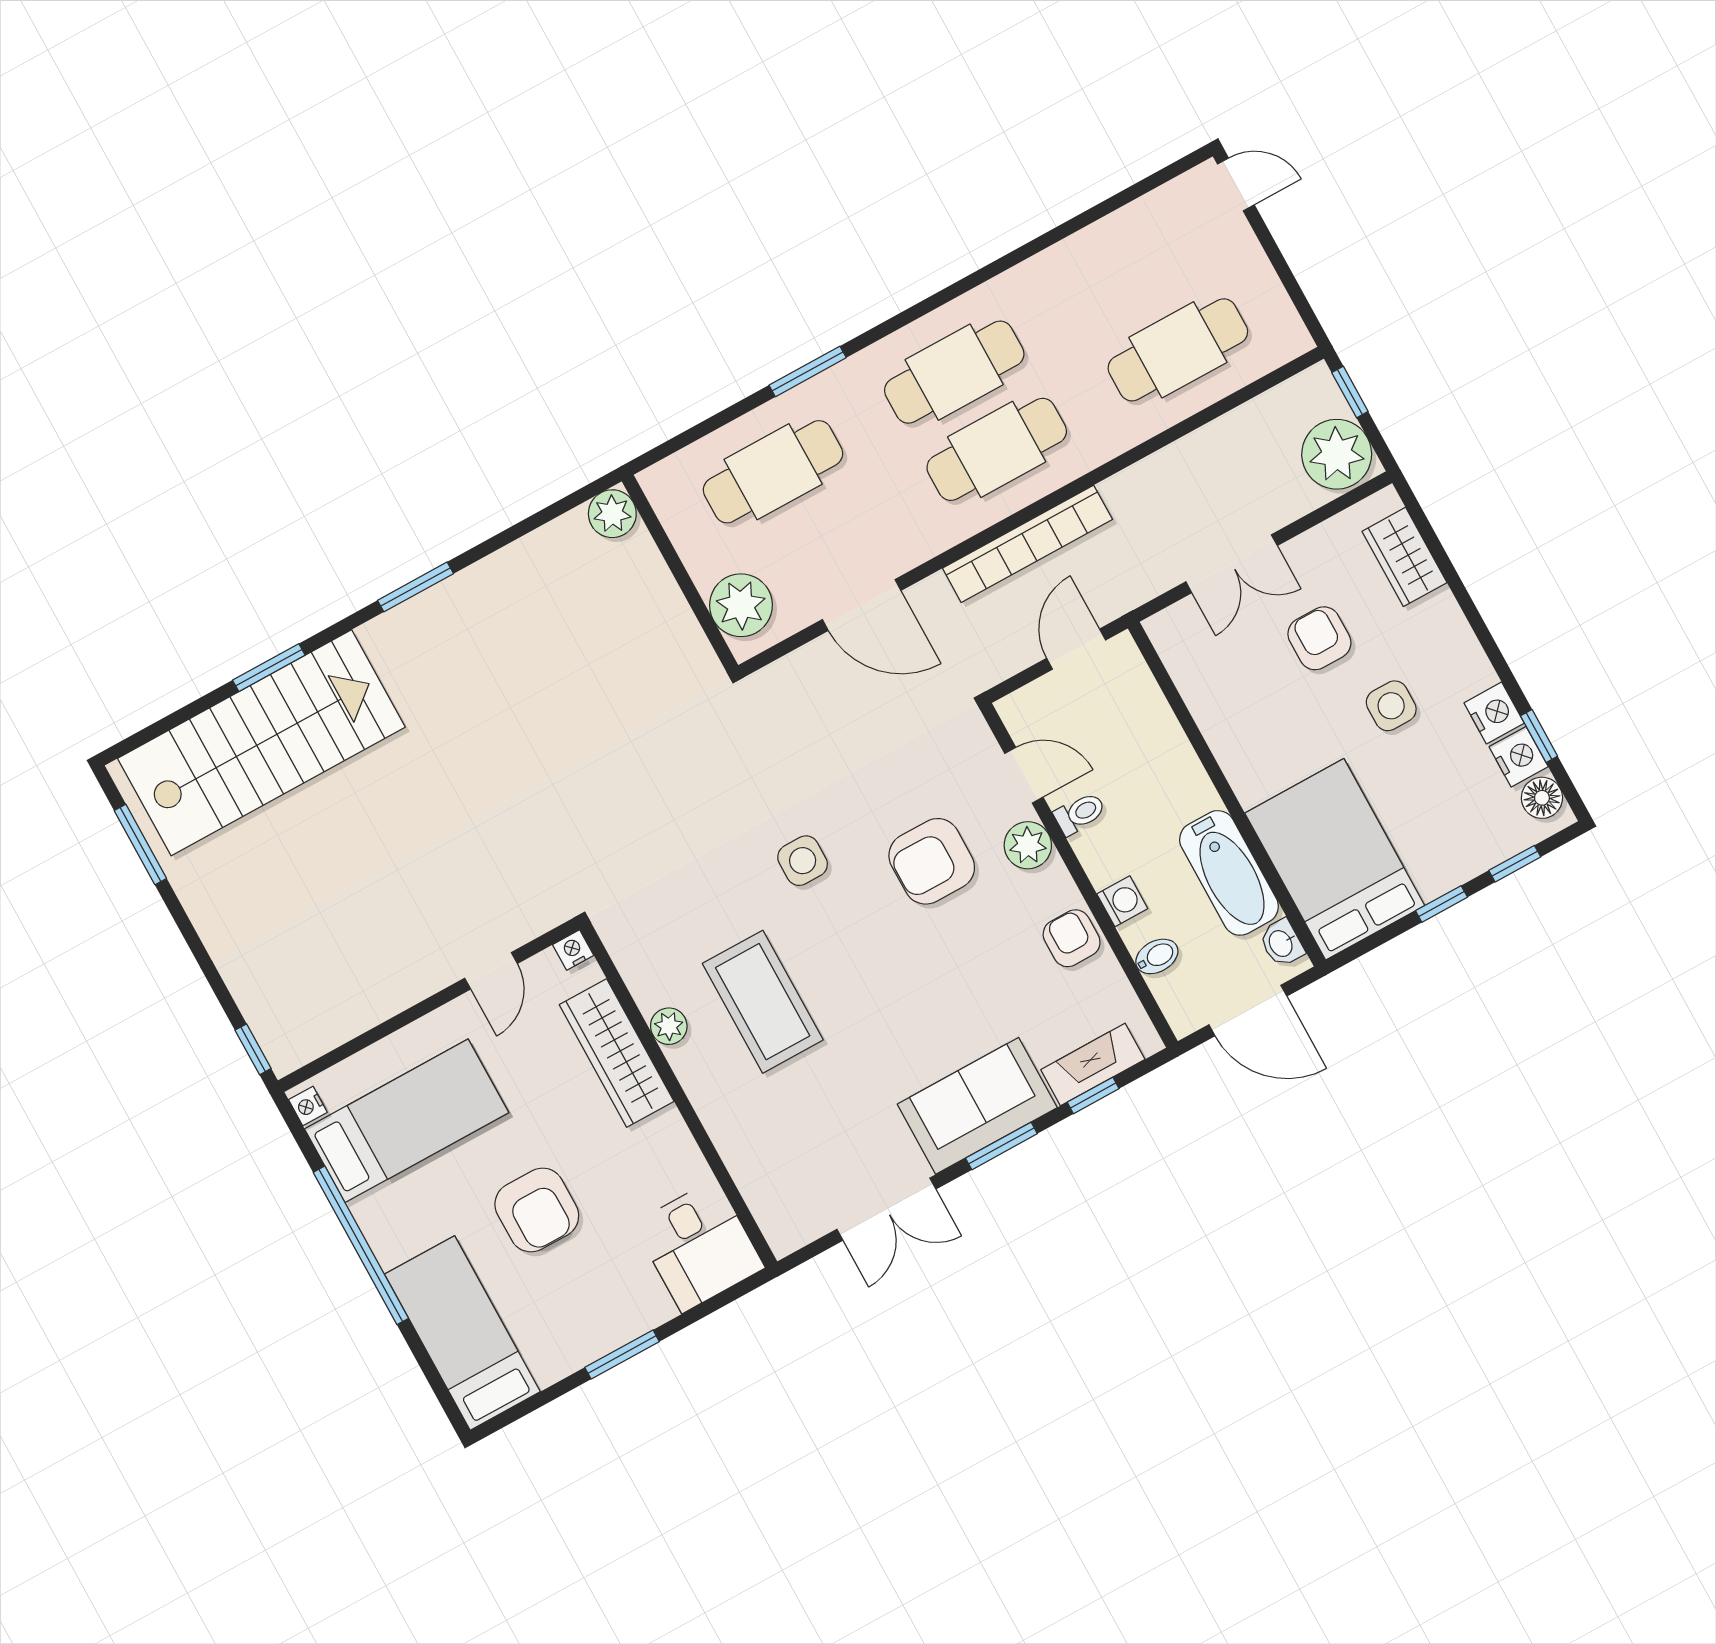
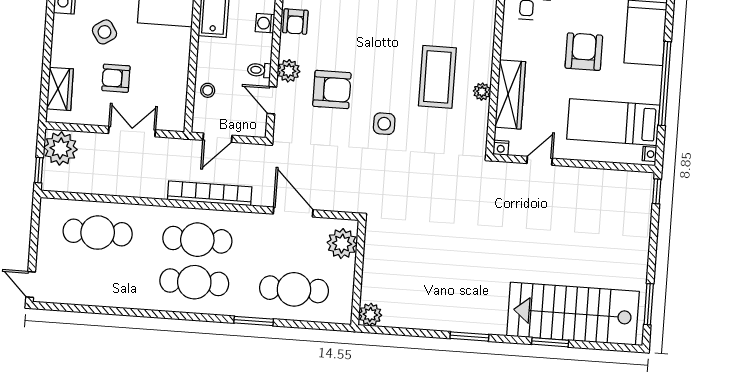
armchair: (1319, 638) -> (116, 78), turned 90
side table: (1391, 706) -> (104, 32), turned -33
stool: (1147, 720) -> (208, 90), added

